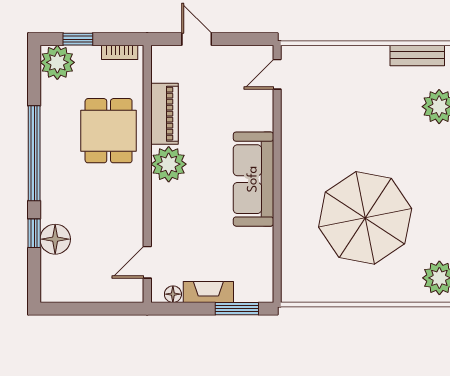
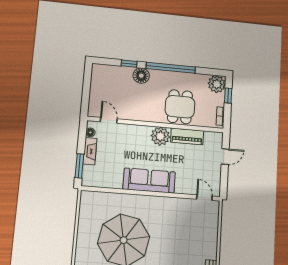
dining table: (109, 131) -> (180, 107), turned 90
floor lamp: (55, 239) -> (141, 76), moved

